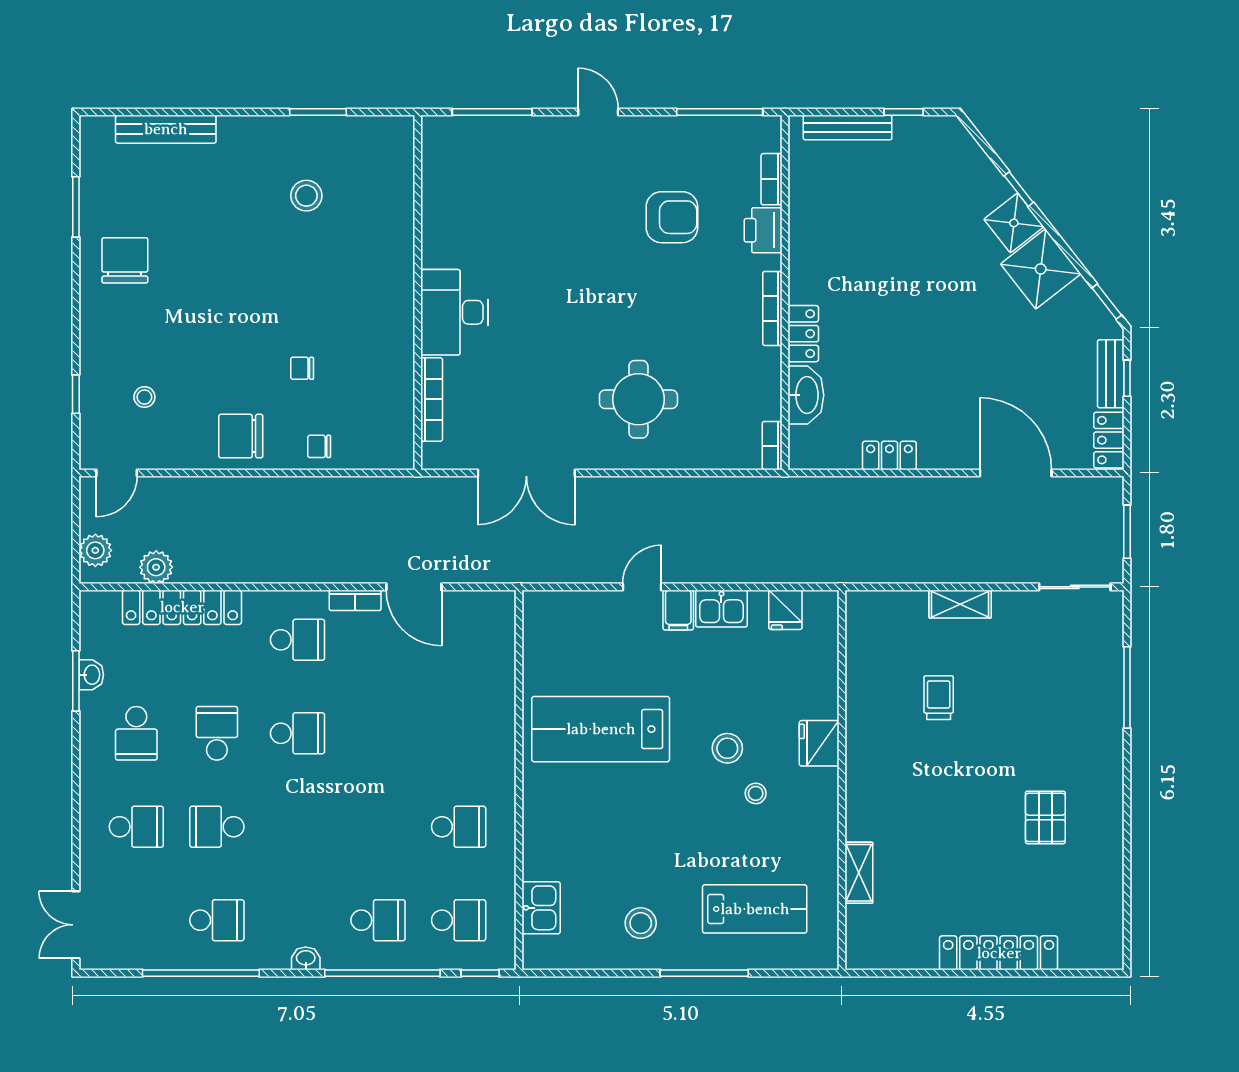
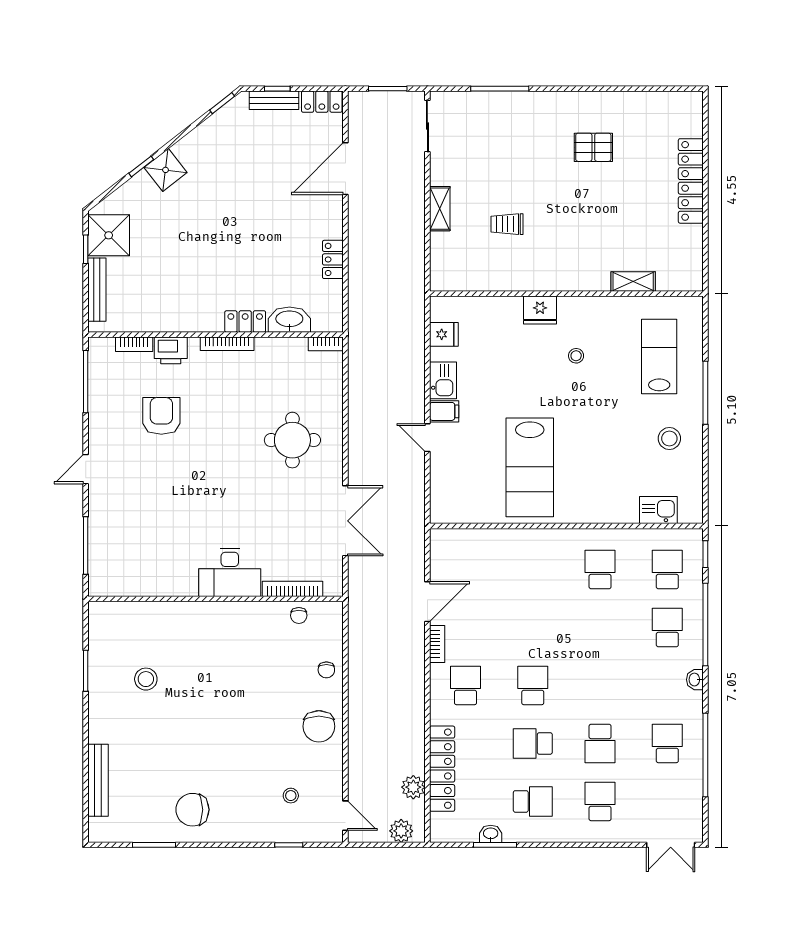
shower: (1041, 269) -> (109, 235), moved, turned 38
chair: (302, 368) -> (299, 615), moved
stool: (727, 748) -> (544, 376), removed

